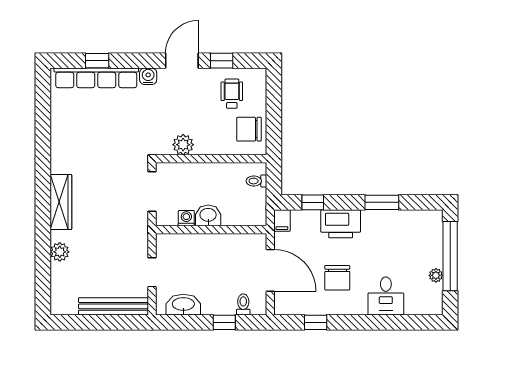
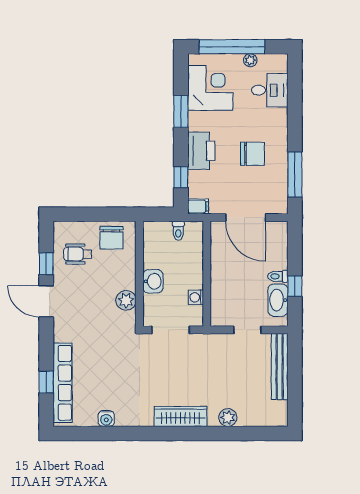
water cooler: (148, 76) -> (106, 419), moved, turned -90
toilet: (256, 181) -> (178, 231), moved
washbasin: (208, 215) -> (153, 281), moved, turned 180
corner desk: (407, 233) -> (210, 88), added
door: (270, 270) -> (246, 218), swing flipped
desk: (386, 296) -> (270, 90), moved
toilet: (243, 304) -> (278, 276), moved
window: (224, 322) -> (295, 286), moved
window: (316, 322) -> (295, 174), width x2.17

